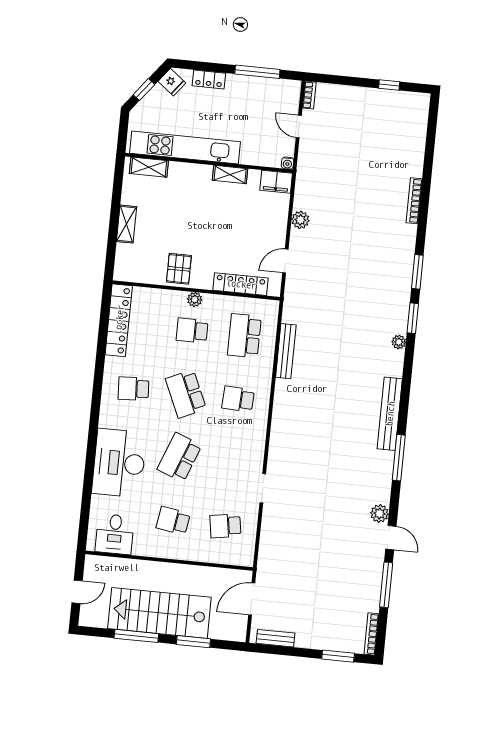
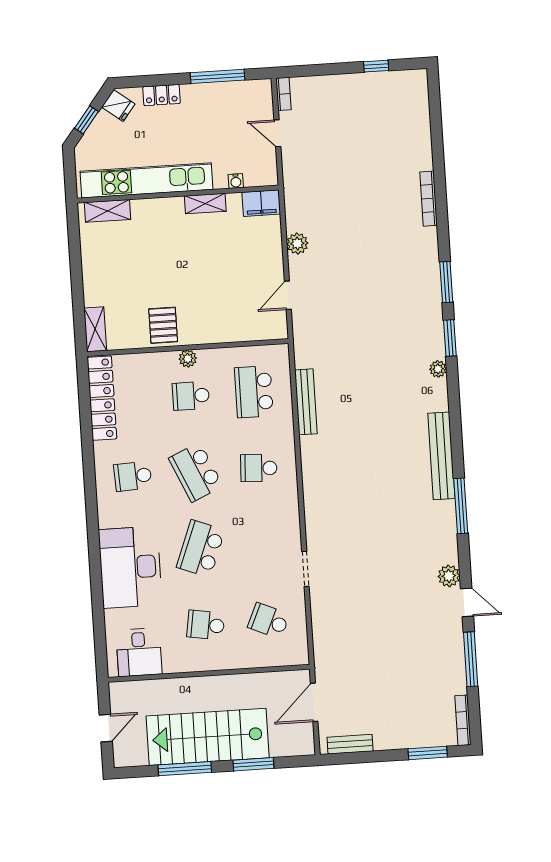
water cooler: (287, 163) -> (236, 181), moved
shelving: (126, 224) -> (95, 329), moved
locker: (241, 284) -> (239, 331), removed
school desk: (225, 526) -> (269, 621), turned 33

